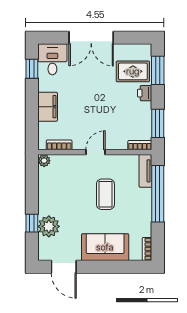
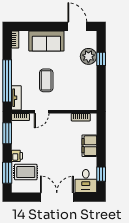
door: (95, 152) -> (42, 112), moved
plant: (44, 161) -> (92, 105), removed

